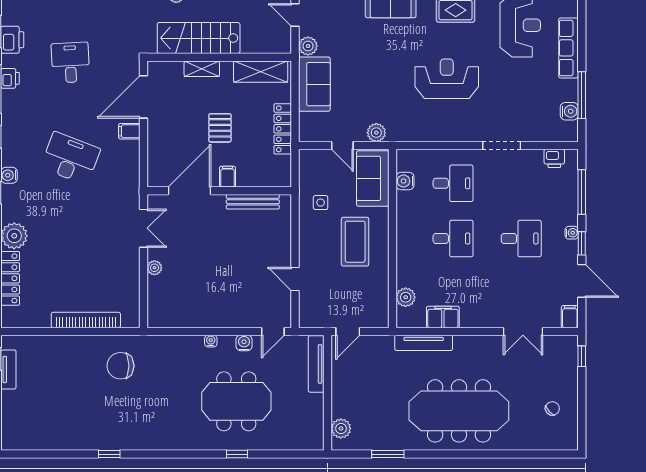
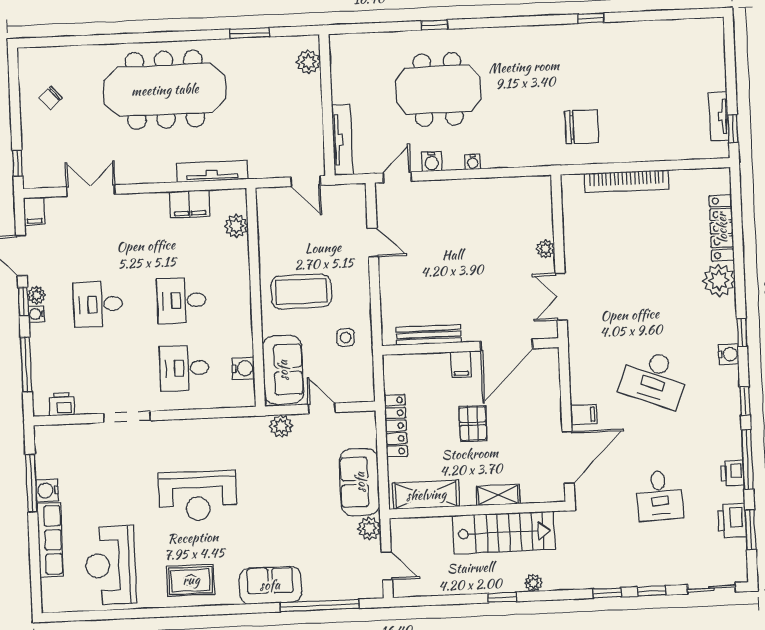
water cooler: (569, 111) -> (47, 491), moved
coffee table: (355, 242) -> (301, 291), turned 90
plant: (571, 248) -> (36, 295), added
door: (348, 331) -> (305, 181), swing flipped

